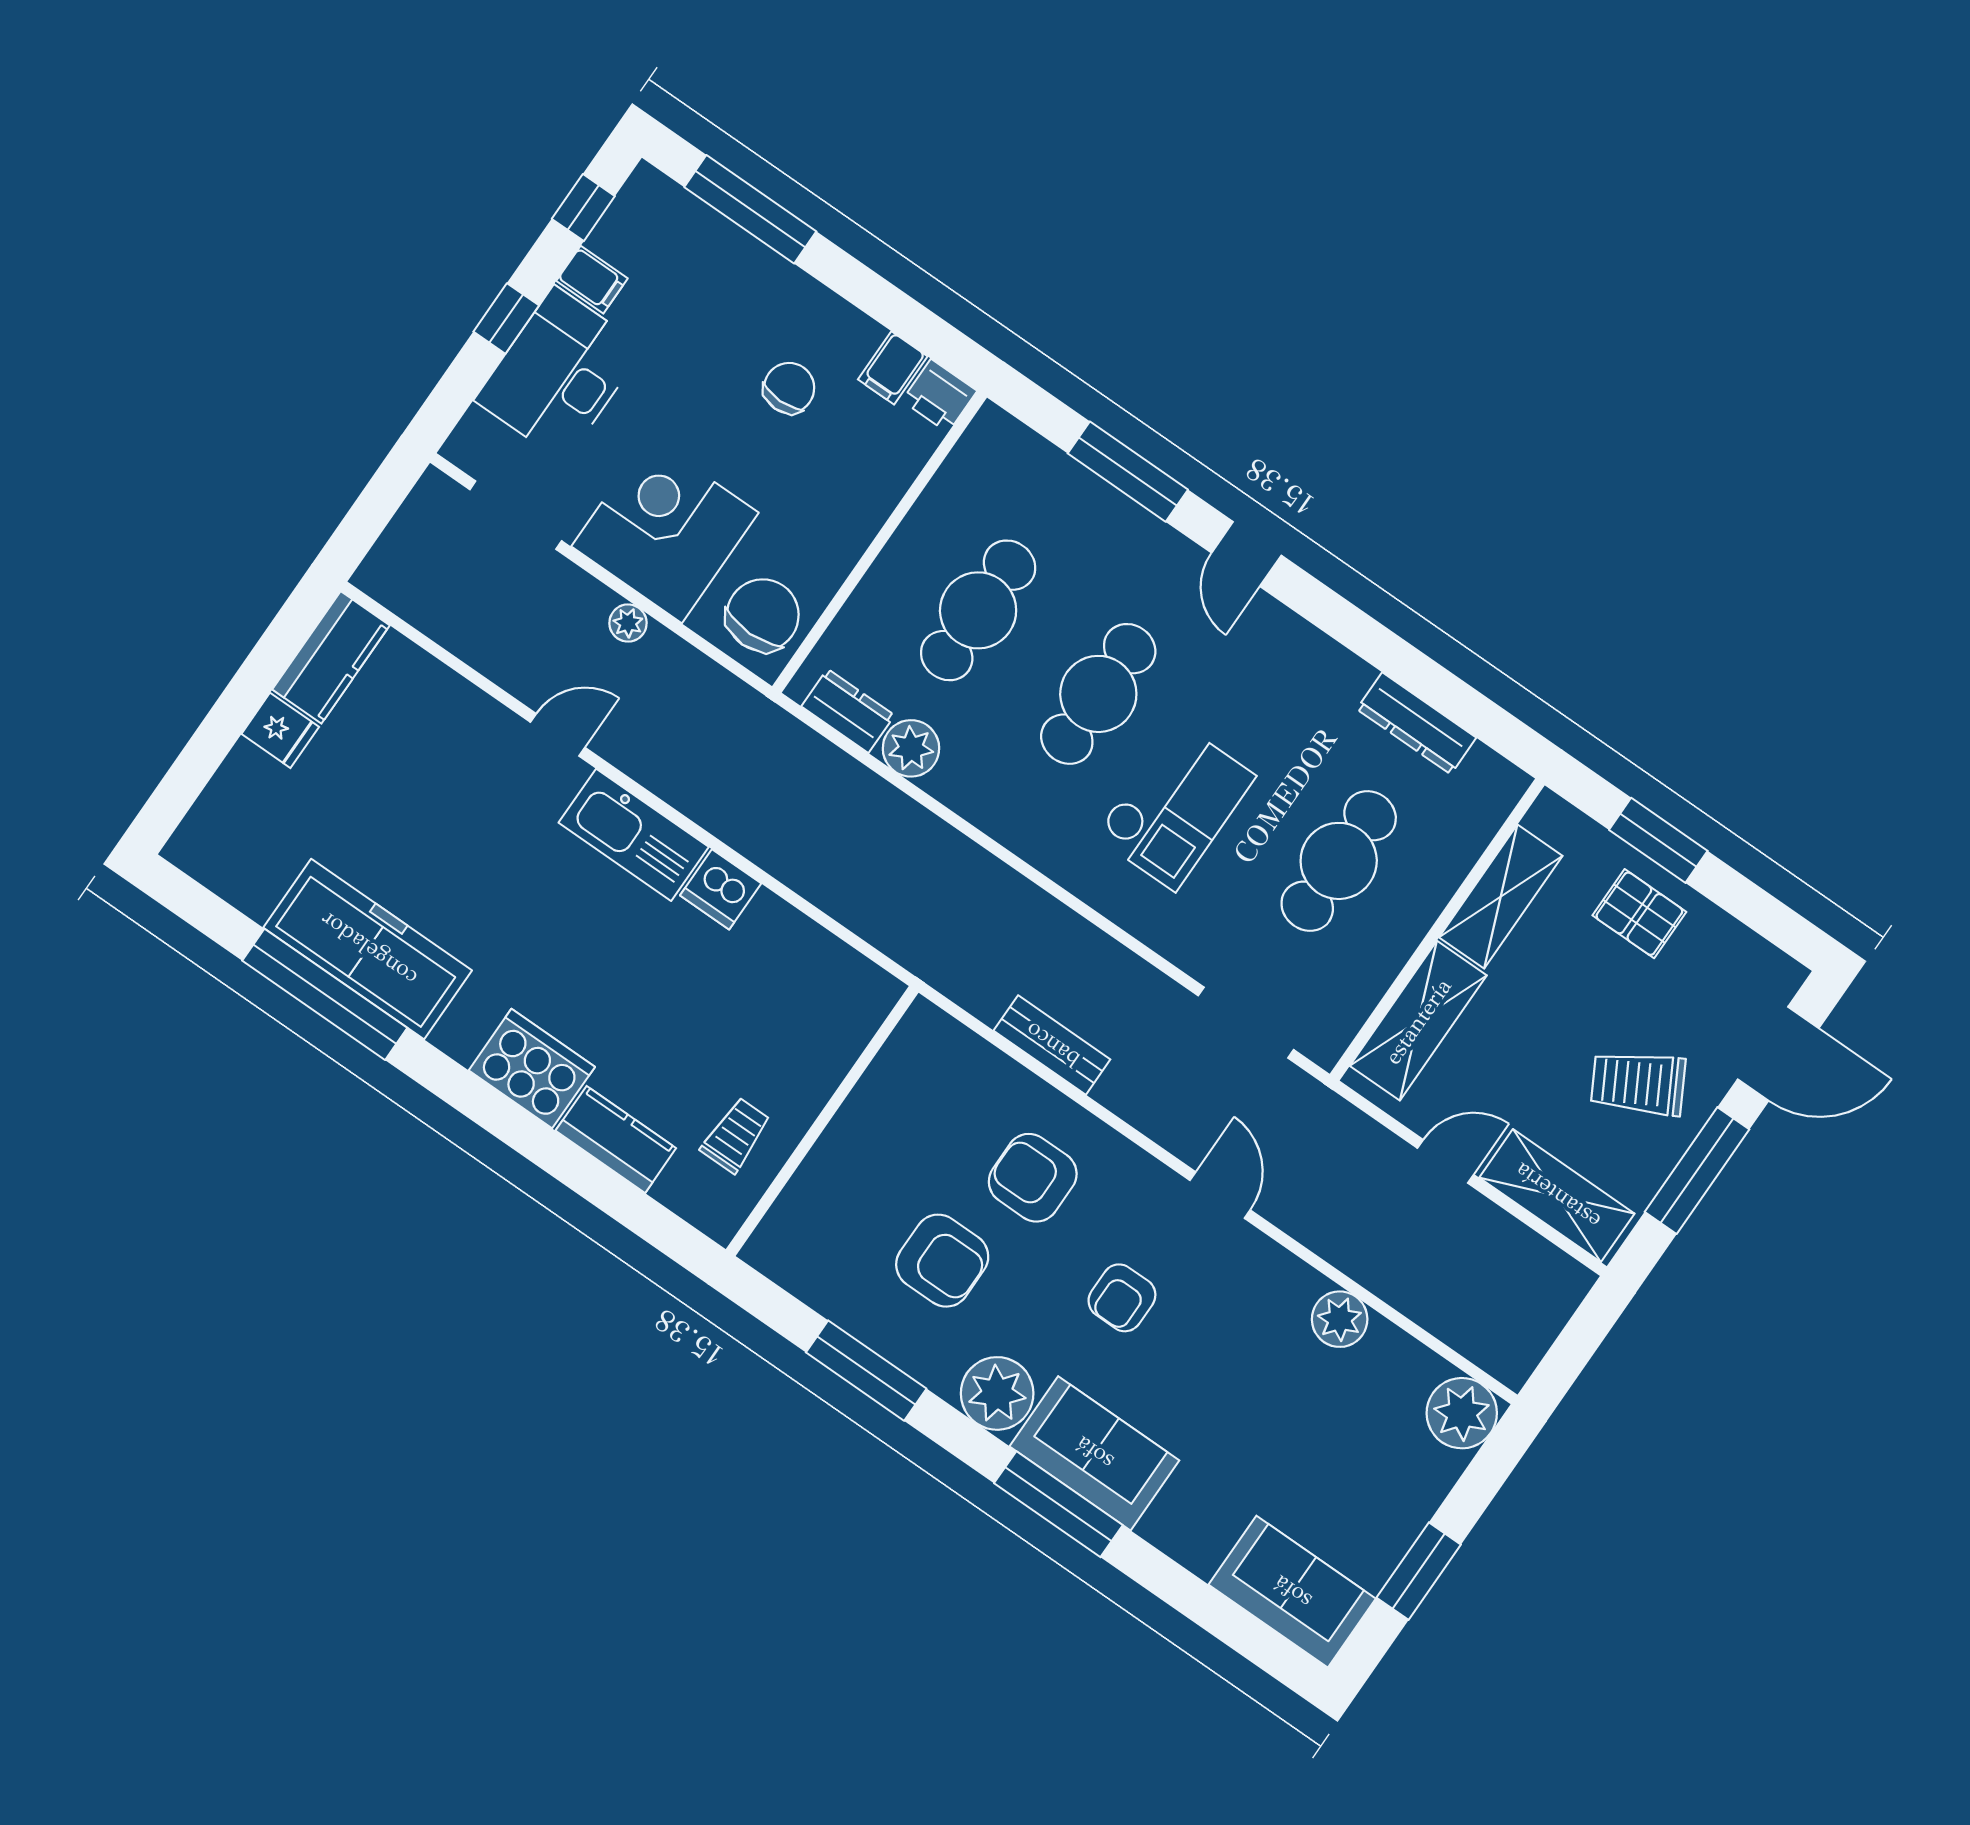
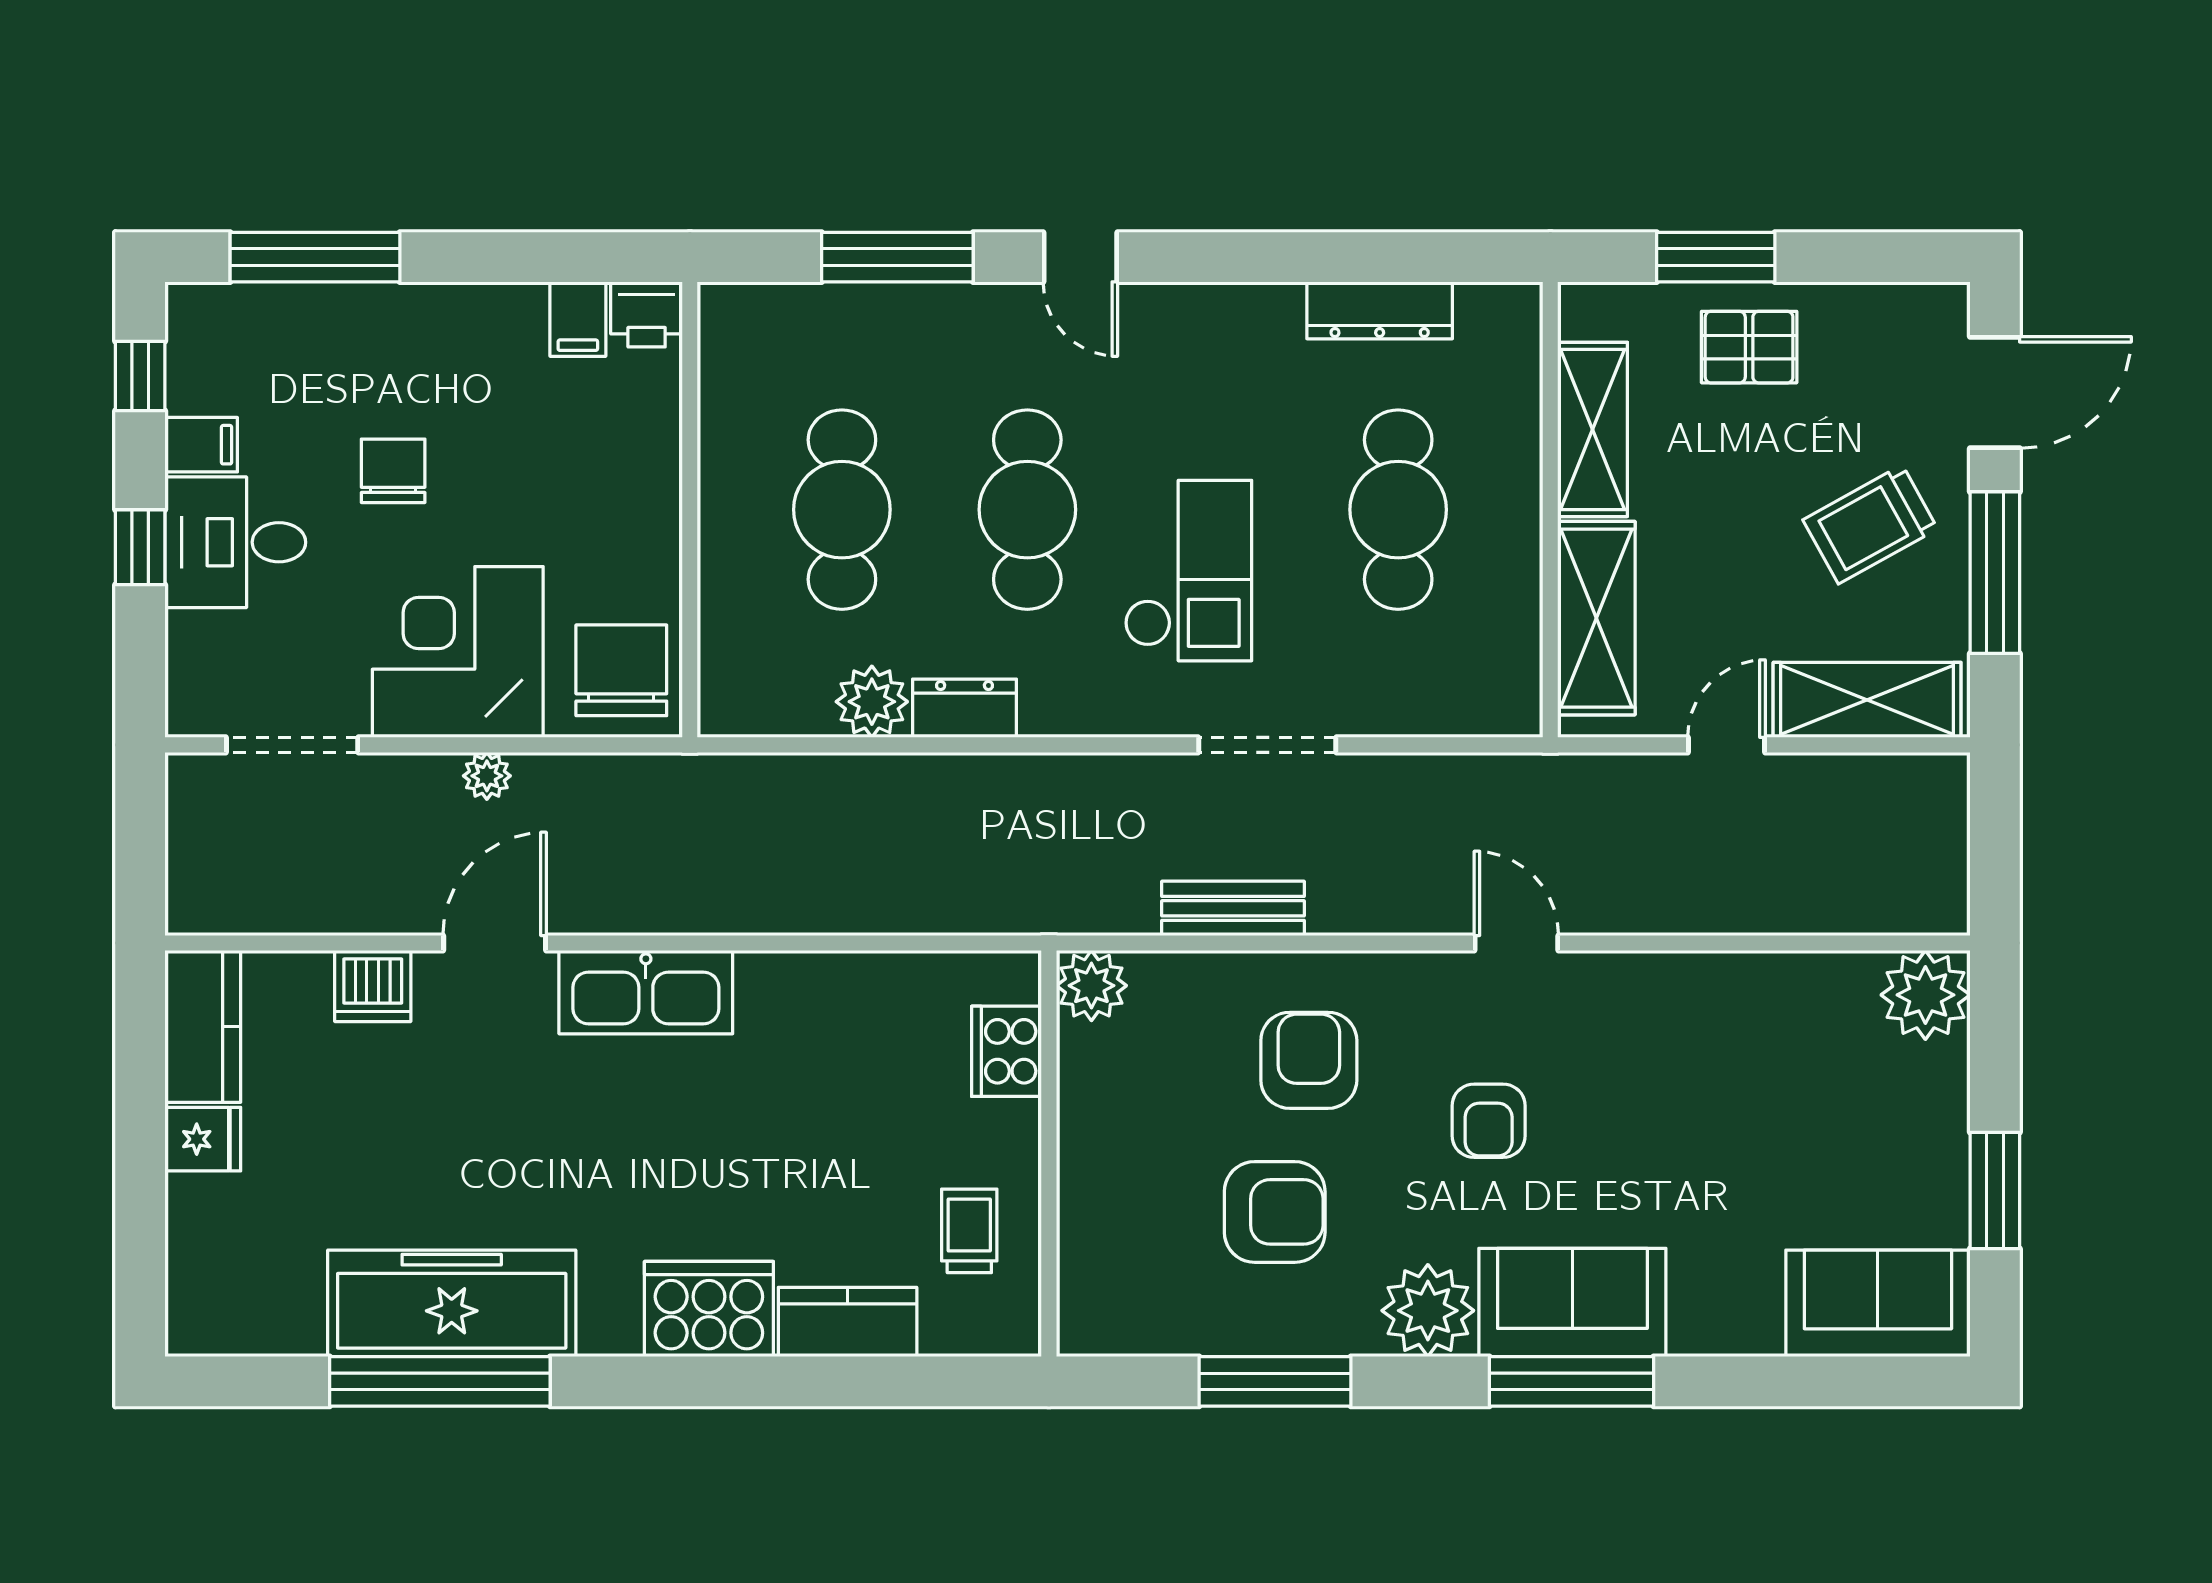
desk: (559, 374) -> (235, 542), width x0.73
chair: (789, 388) -> (393, 471), moved
dresser: (848, 711) -> (965, 708), moved
door: (558, 735) -> (495, 943), width x1.37
dishwasher: (721, 889) -> (373, 986), moved
doorway: (1246, 1023) -> (1267, 745), moved
cooker: (841, 1036) -> (1007, 1051), added
armchair: (1033, 1178) -> (1309, 1060), turned 90
plant: (1340, 1319) -> (1091, 986), moved

